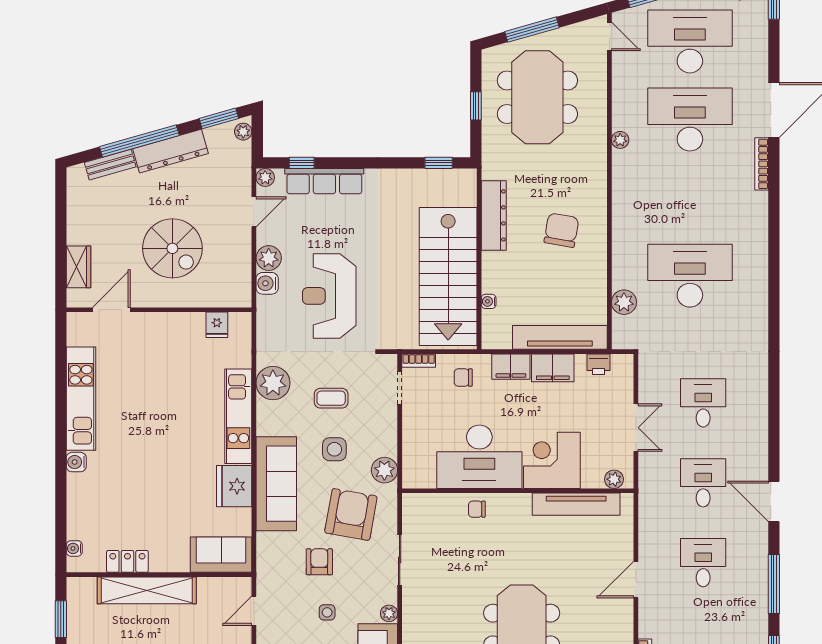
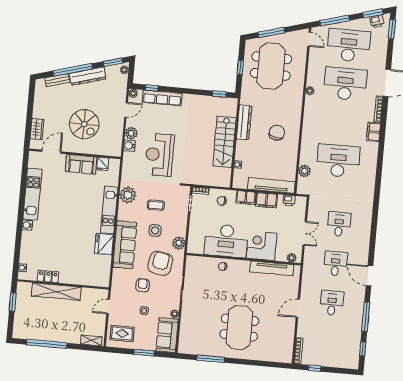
filing cabinet: (756, 211) -> (374, 132), added
stairs: (448, 277) -> (224, 142), width x0.73, depth x0.66
sofa: (221, 555) -> (81, 164), moved, turned 180

